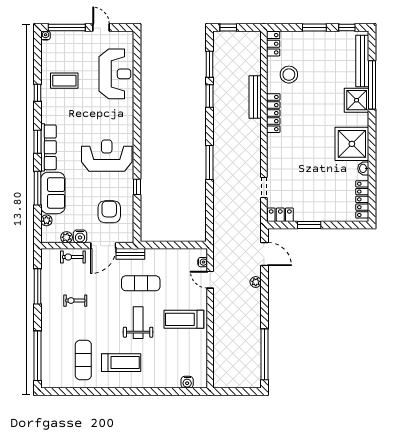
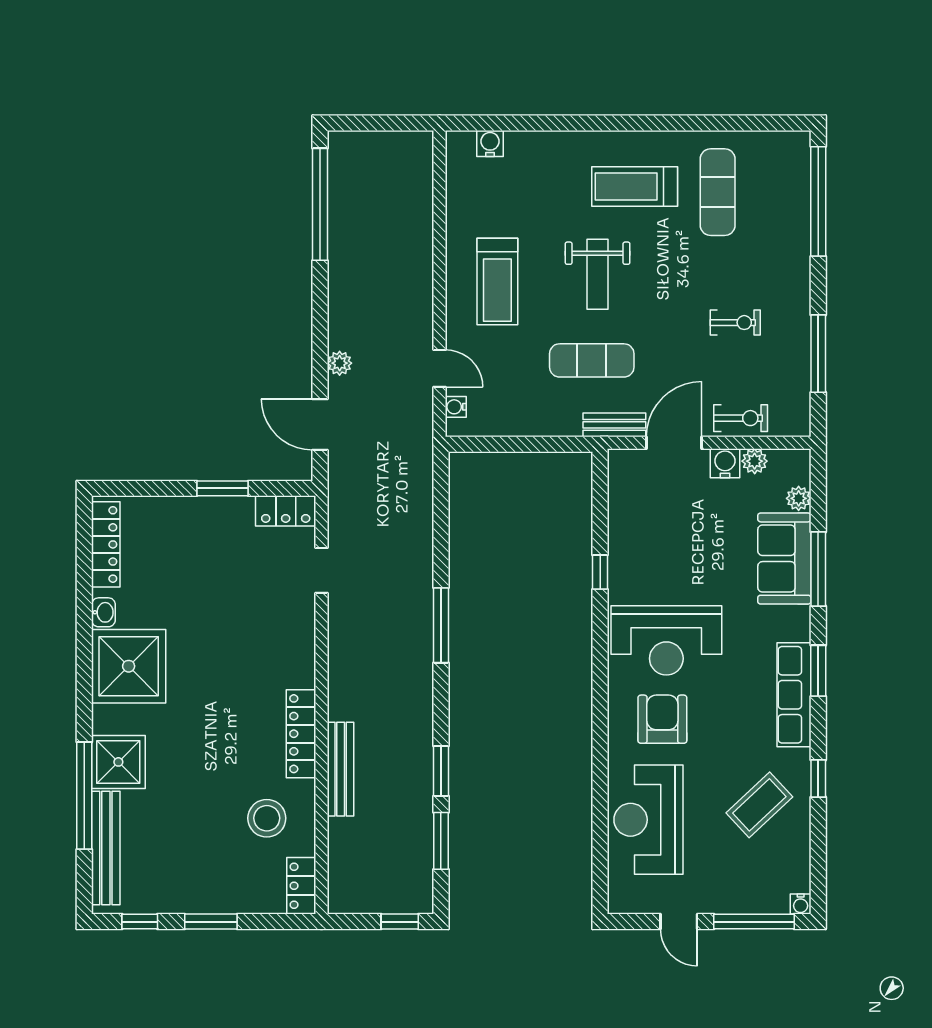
coffee table: (64, 81) -> (759, 805), turned -43
row of seats: (49, 147) -> (794, 695), moved
armchair: (109, 212) -> (662, 719), moved, turned 180
treadmill: (184, 319) -> (497, 281), turned 90

